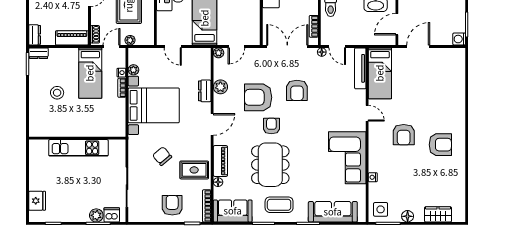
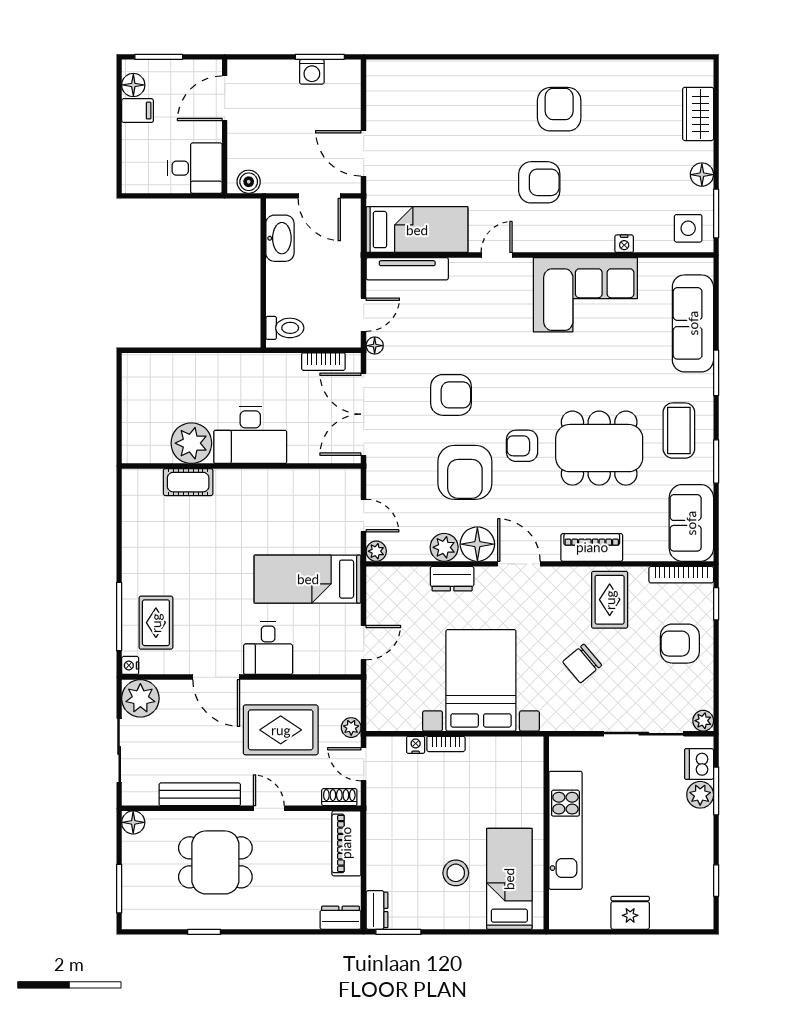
washing machine: (459, 39) -> (312, 72), moved
plant: (133, 70) -> (703, 721), moved
bed: (90, 73) -> (509, 879), moved, turned -90
floor lamp: (218, 182) -> (477, 544), moved, width x1.89, depth x1.89
fridge: (37, 201) -> (630, 913), moved

